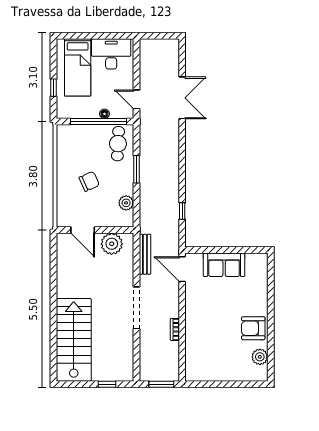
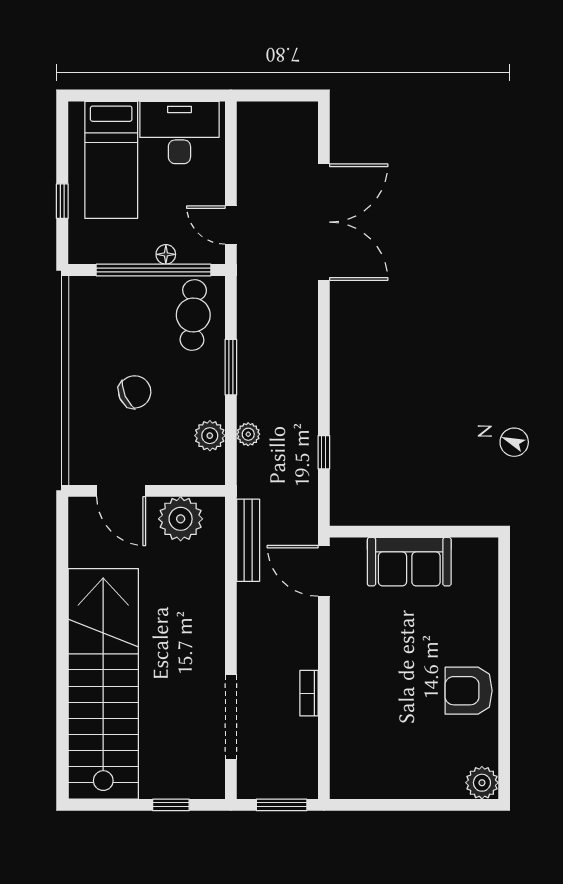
double door: (182, 98) -> (324, 222), width x1.36
plant: (145, 202) -> (248, 434), added
doorway: (136, 308) -> (231, 717), moved
stairs: (74, 340) -> (103, 684), width x1.36
plant: (260, 357) -> (482, 783), moved

